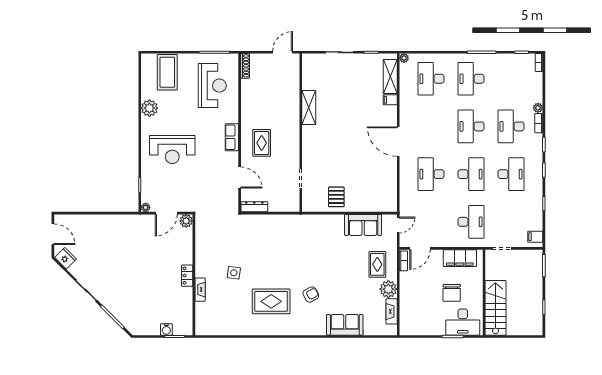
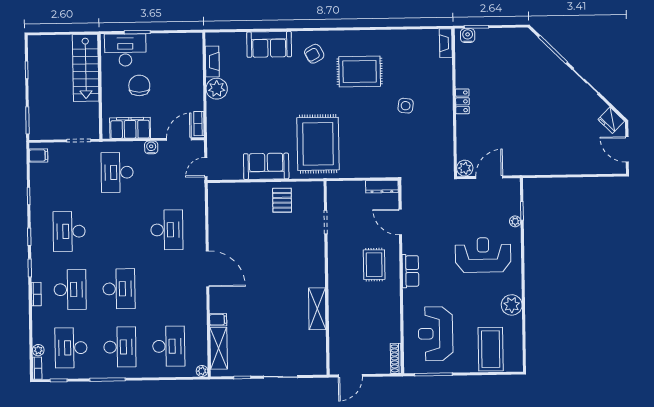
plant: (538, 108) -> (38, 350), moved
desk: (471, 174) -> (71, 348), moved
plant: (146, 207) -> (515, 221), moved
sofa: (363, 225) -> (266, 166), moved
water cooler: (443, 242) -> (151, 147), added
rug: (377, 264) -> (318, 144), moved, width x1.86, depth x2.06
fireplace: (200, 290) -> (446, 43), moved
armchair: (311, 295) -> (314, 54), moved
water cooler: (166, 329) -> (468, 35), moved

